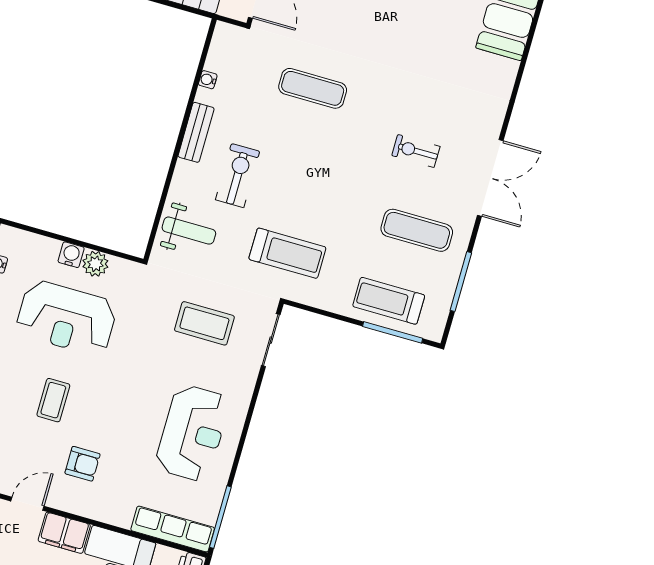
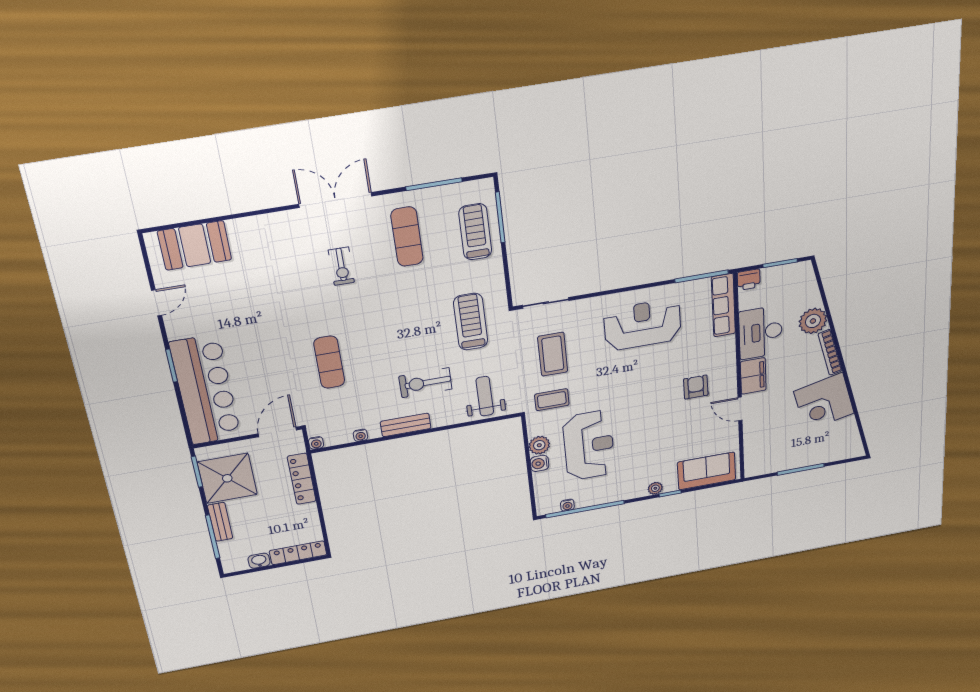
water cooler: (222, 30) -> (316, 443), added
treadmill: (389, 301) -> (475, 232), turned 180
coffee table: (53, 400) -> (552, 400), moved

